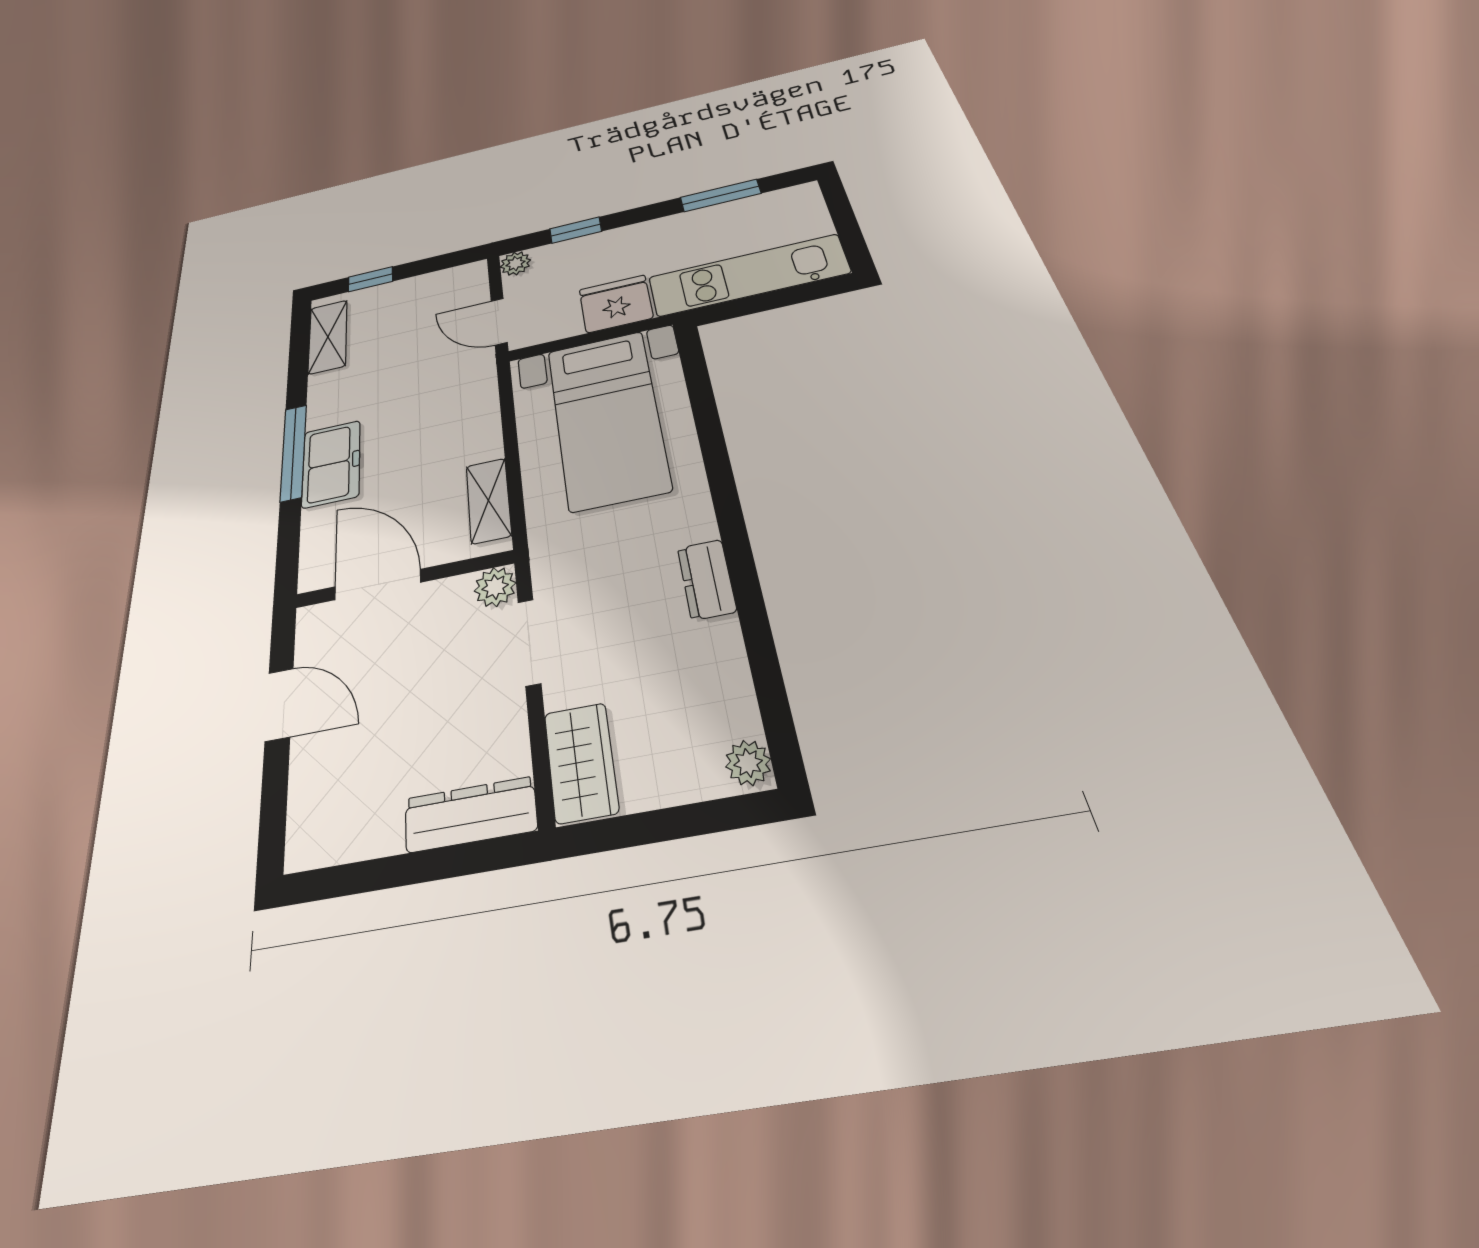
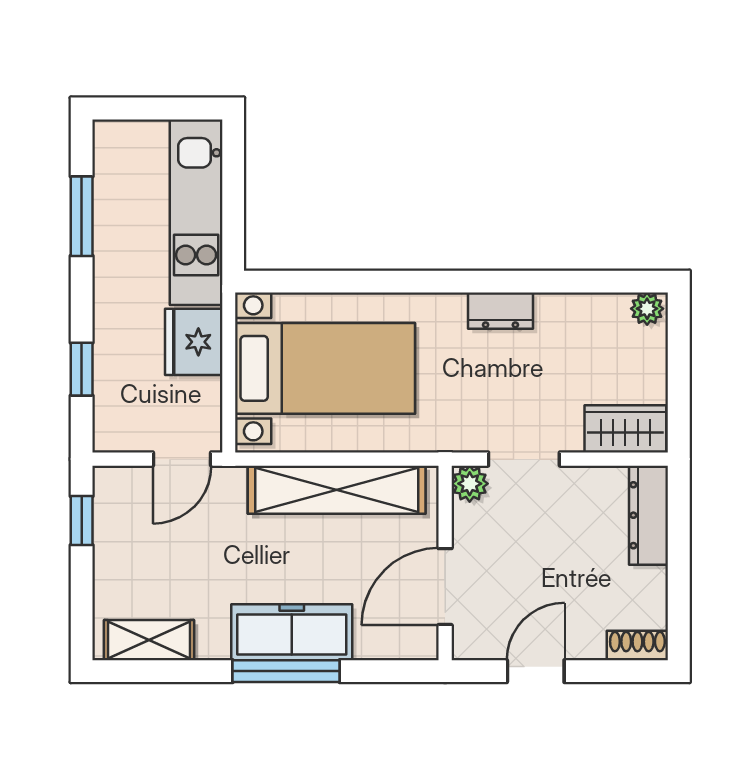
plant: (515, 264) -> (109, 436), removed
window: (370, 279) -> (82, 521), moved
freezer: (331, 464) -> (292, 632), width x1.40
shelving: (488, 501) -> (337, 490), width x2.20, depth x1.33
shoe rack: (304, 829) -> (637, 645), added

